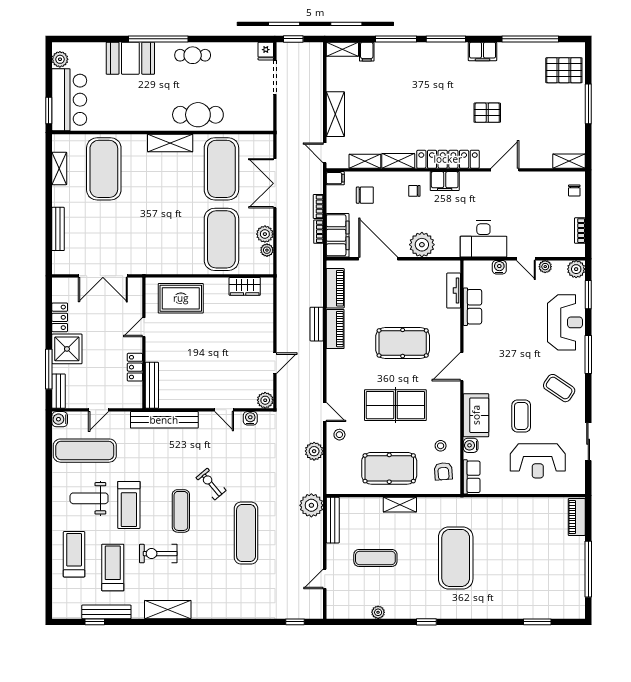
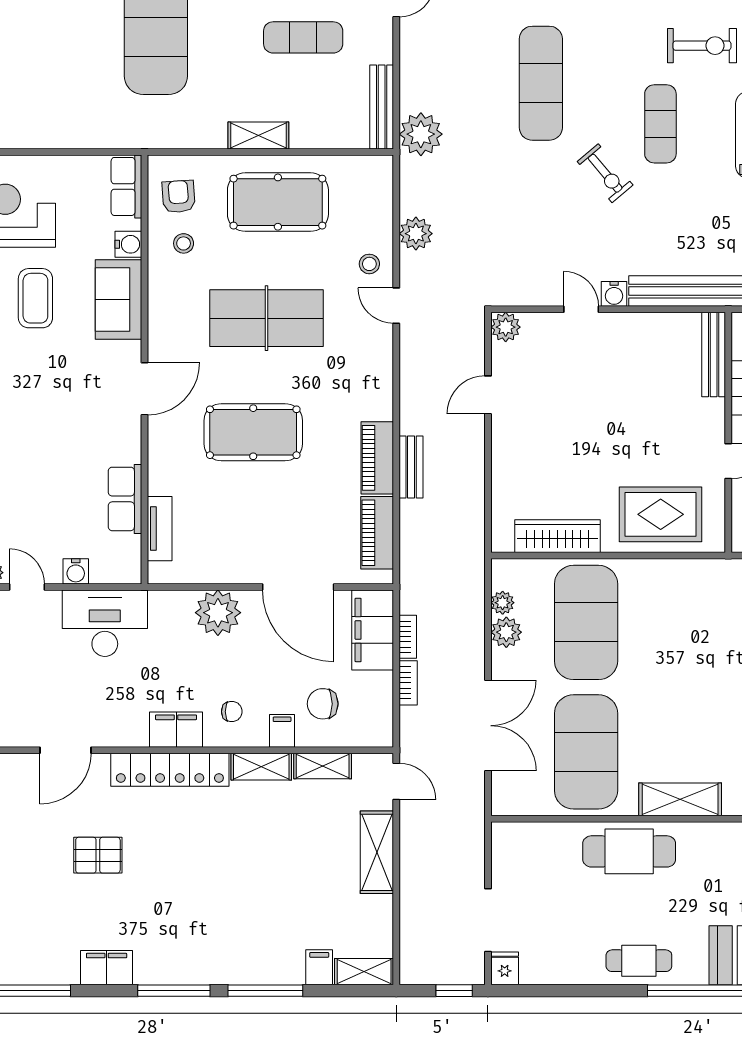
filing cabinet: (335, 178) -> (282, 731), moved, turned 90
wardrobe: (245, 286) -> (557, 536), width x1.50
water cooler: (250, 418) -> (614, 294), moved

